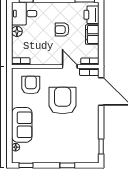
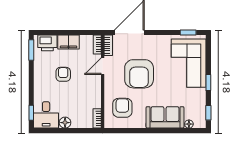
armchair: (62, 30) -> (63, 74), turned 180
armchair: (31, 85) -> (122, 108), turned 90
armchair: (63, 101) -> (139, 74), turned -90
corner sofa: (73, 147) -> (189, 63), added
window: (67, 165) -> (208, 83), moved

